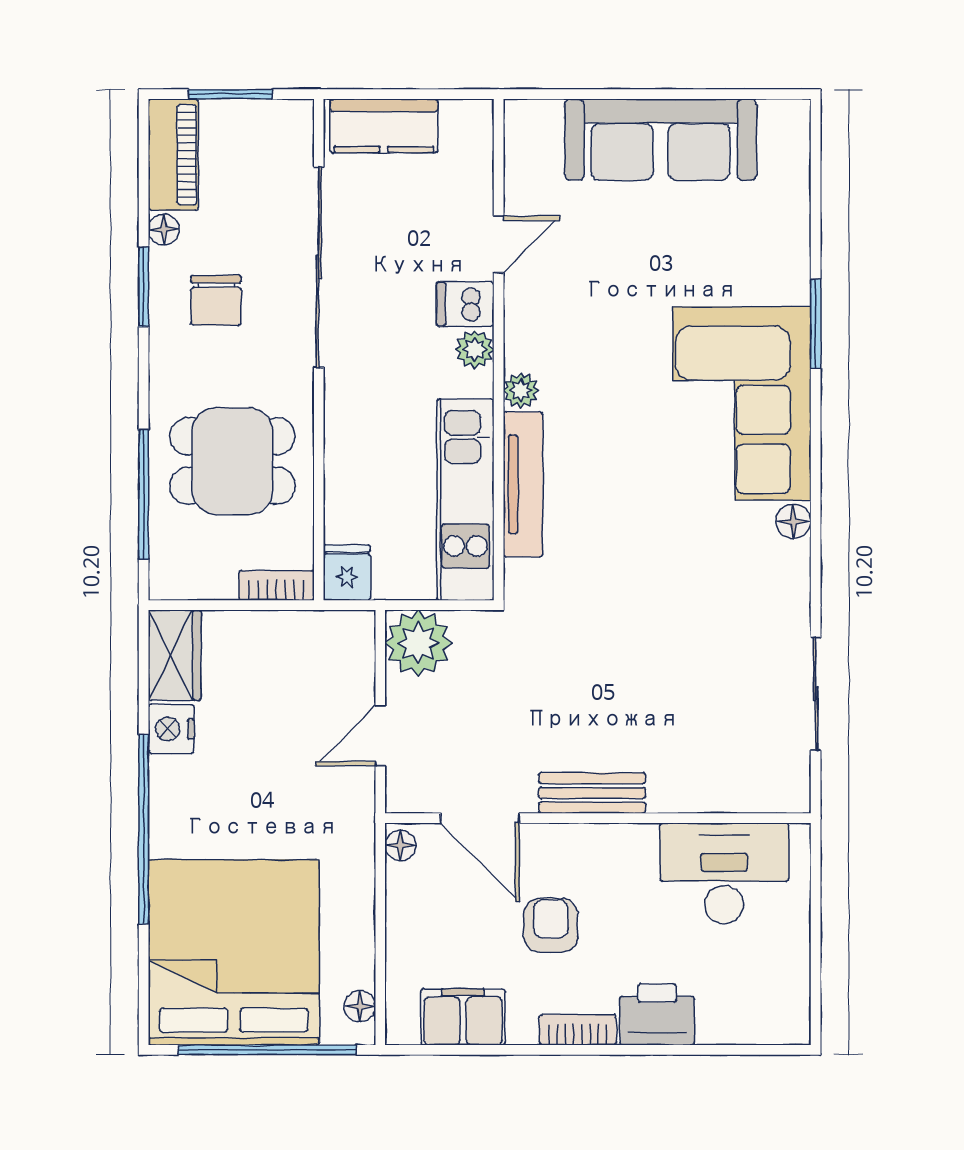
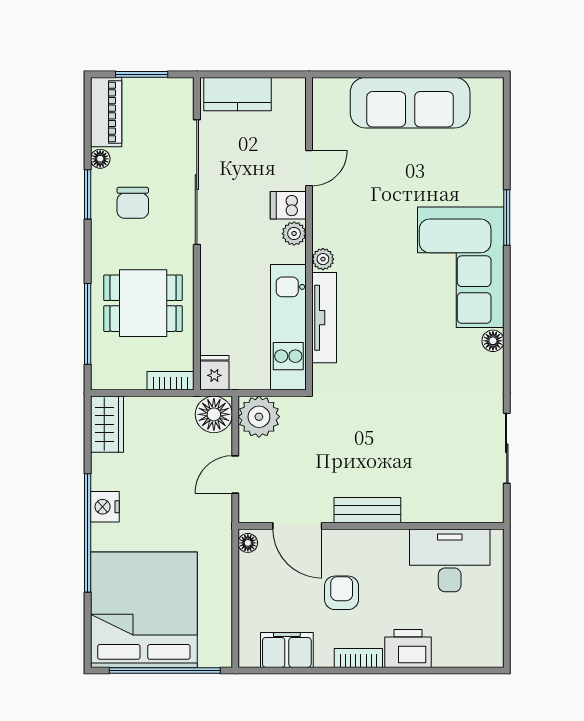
nightstand: (171, 729) -> (105, 507), moved
floor lamp: (360, 1006) -> (214, 414), moved, width x1.89, depth x1.89

